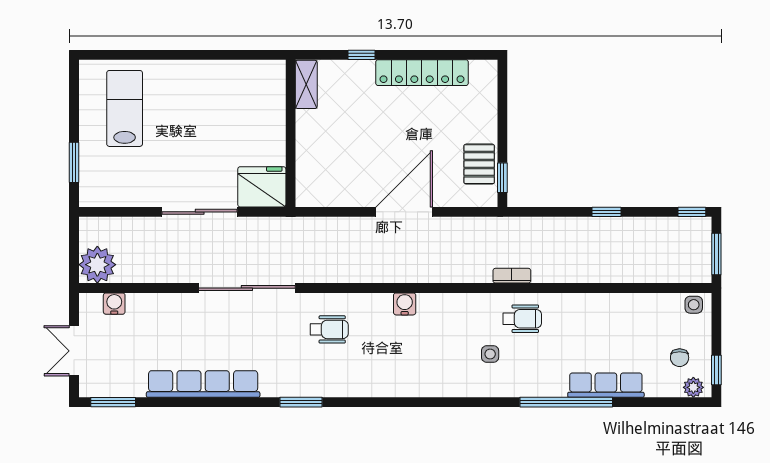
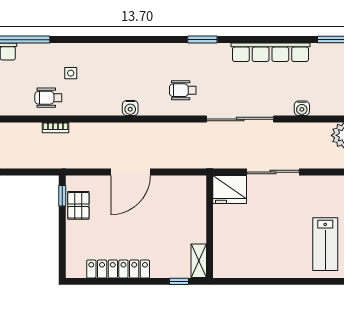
window: (362, 55) -> (179, 281), moved
water cooler: (114, 304) -> (302, 108), moved

